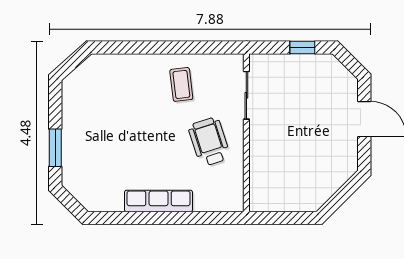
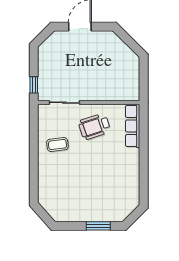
window: (302, 48) -> (34, 85), moved
row of seats: (159, 201) -> (133, 126), moved

